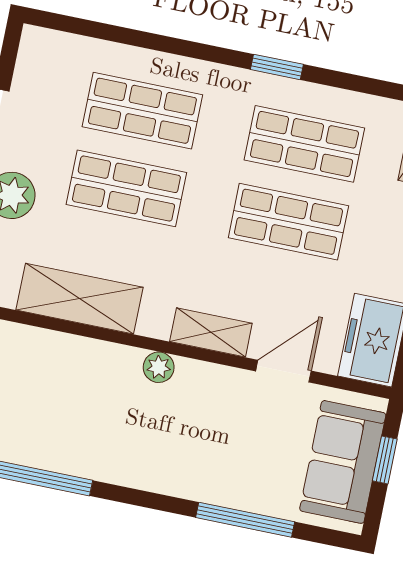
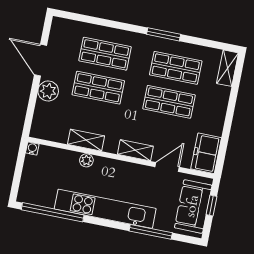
window: (277, 67) -> (164, 34), width x1.50
shelving: (79, 299) -> (86, 140), width x0.67, depth x0.75
plant: (159, 367) -> (86, 160), moved
kitchen unit: (141, 466) -> (105, 209), added

